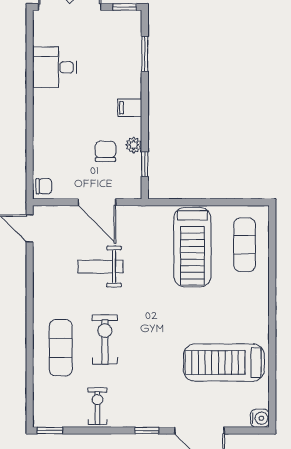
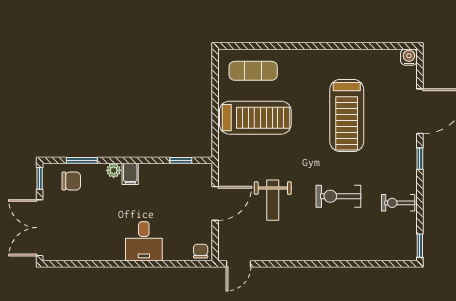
desk: (55, 67) -> (144, 241), moved
plant: (134, 145) -> (114, 170), moved
chair: (105, 151) -> (71, 181), moved, turned 180
exercise mat: (61, 348) -> (346, 236), removed
treadmill: (224, 363) -> (347, 115), moved

